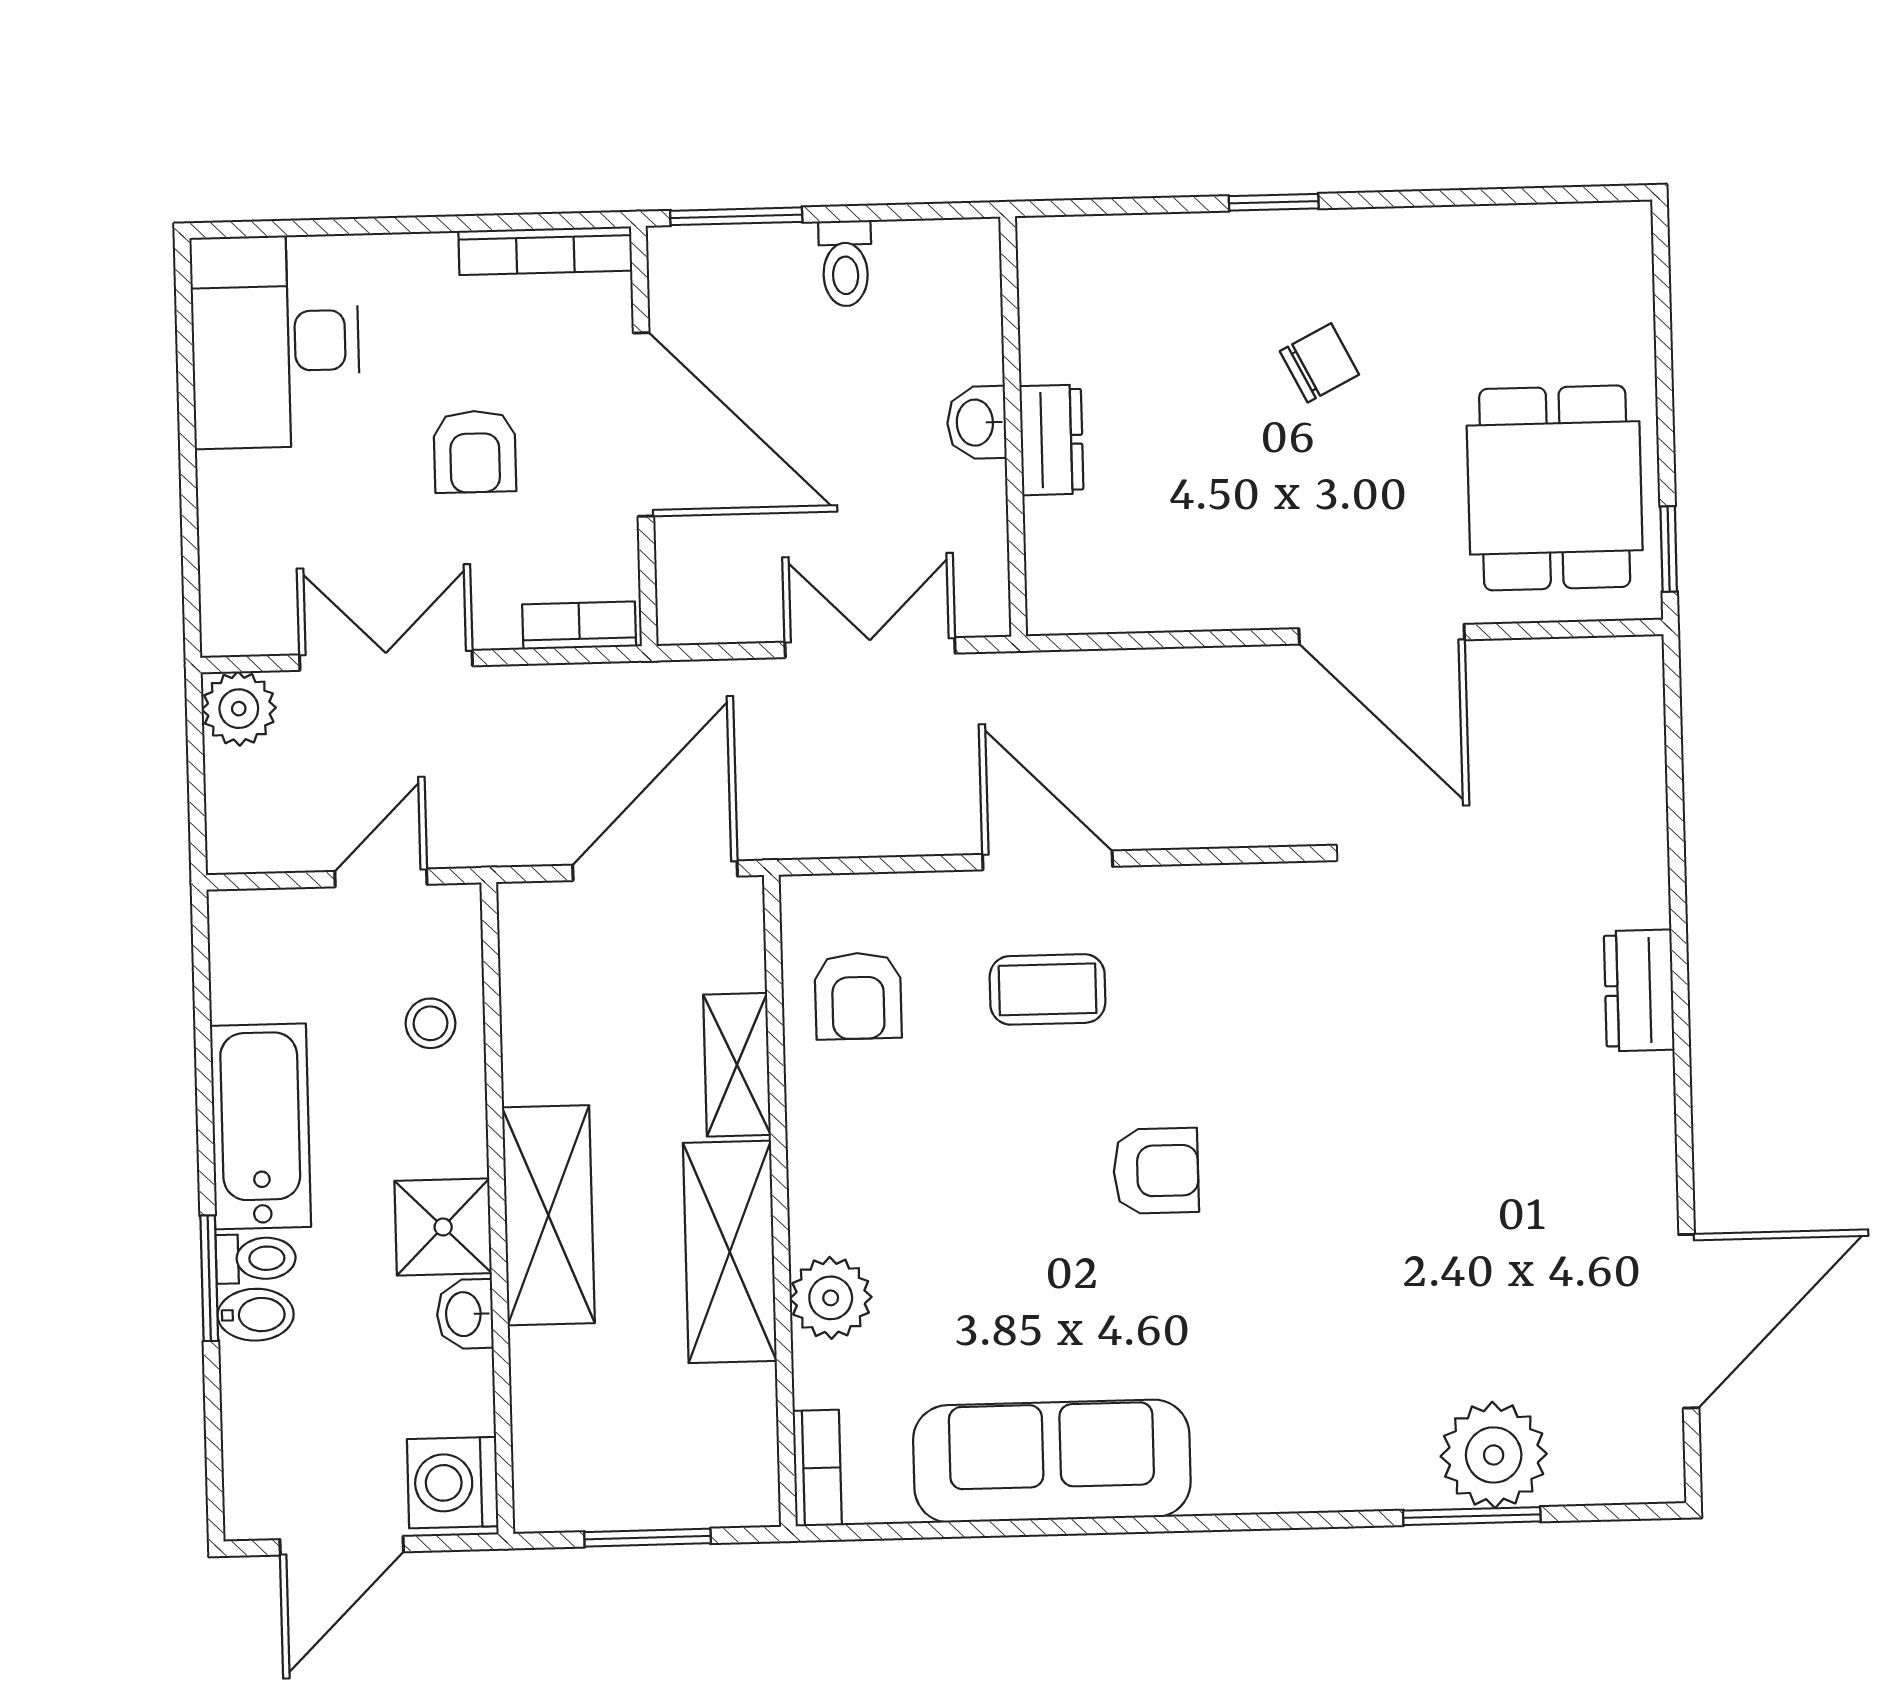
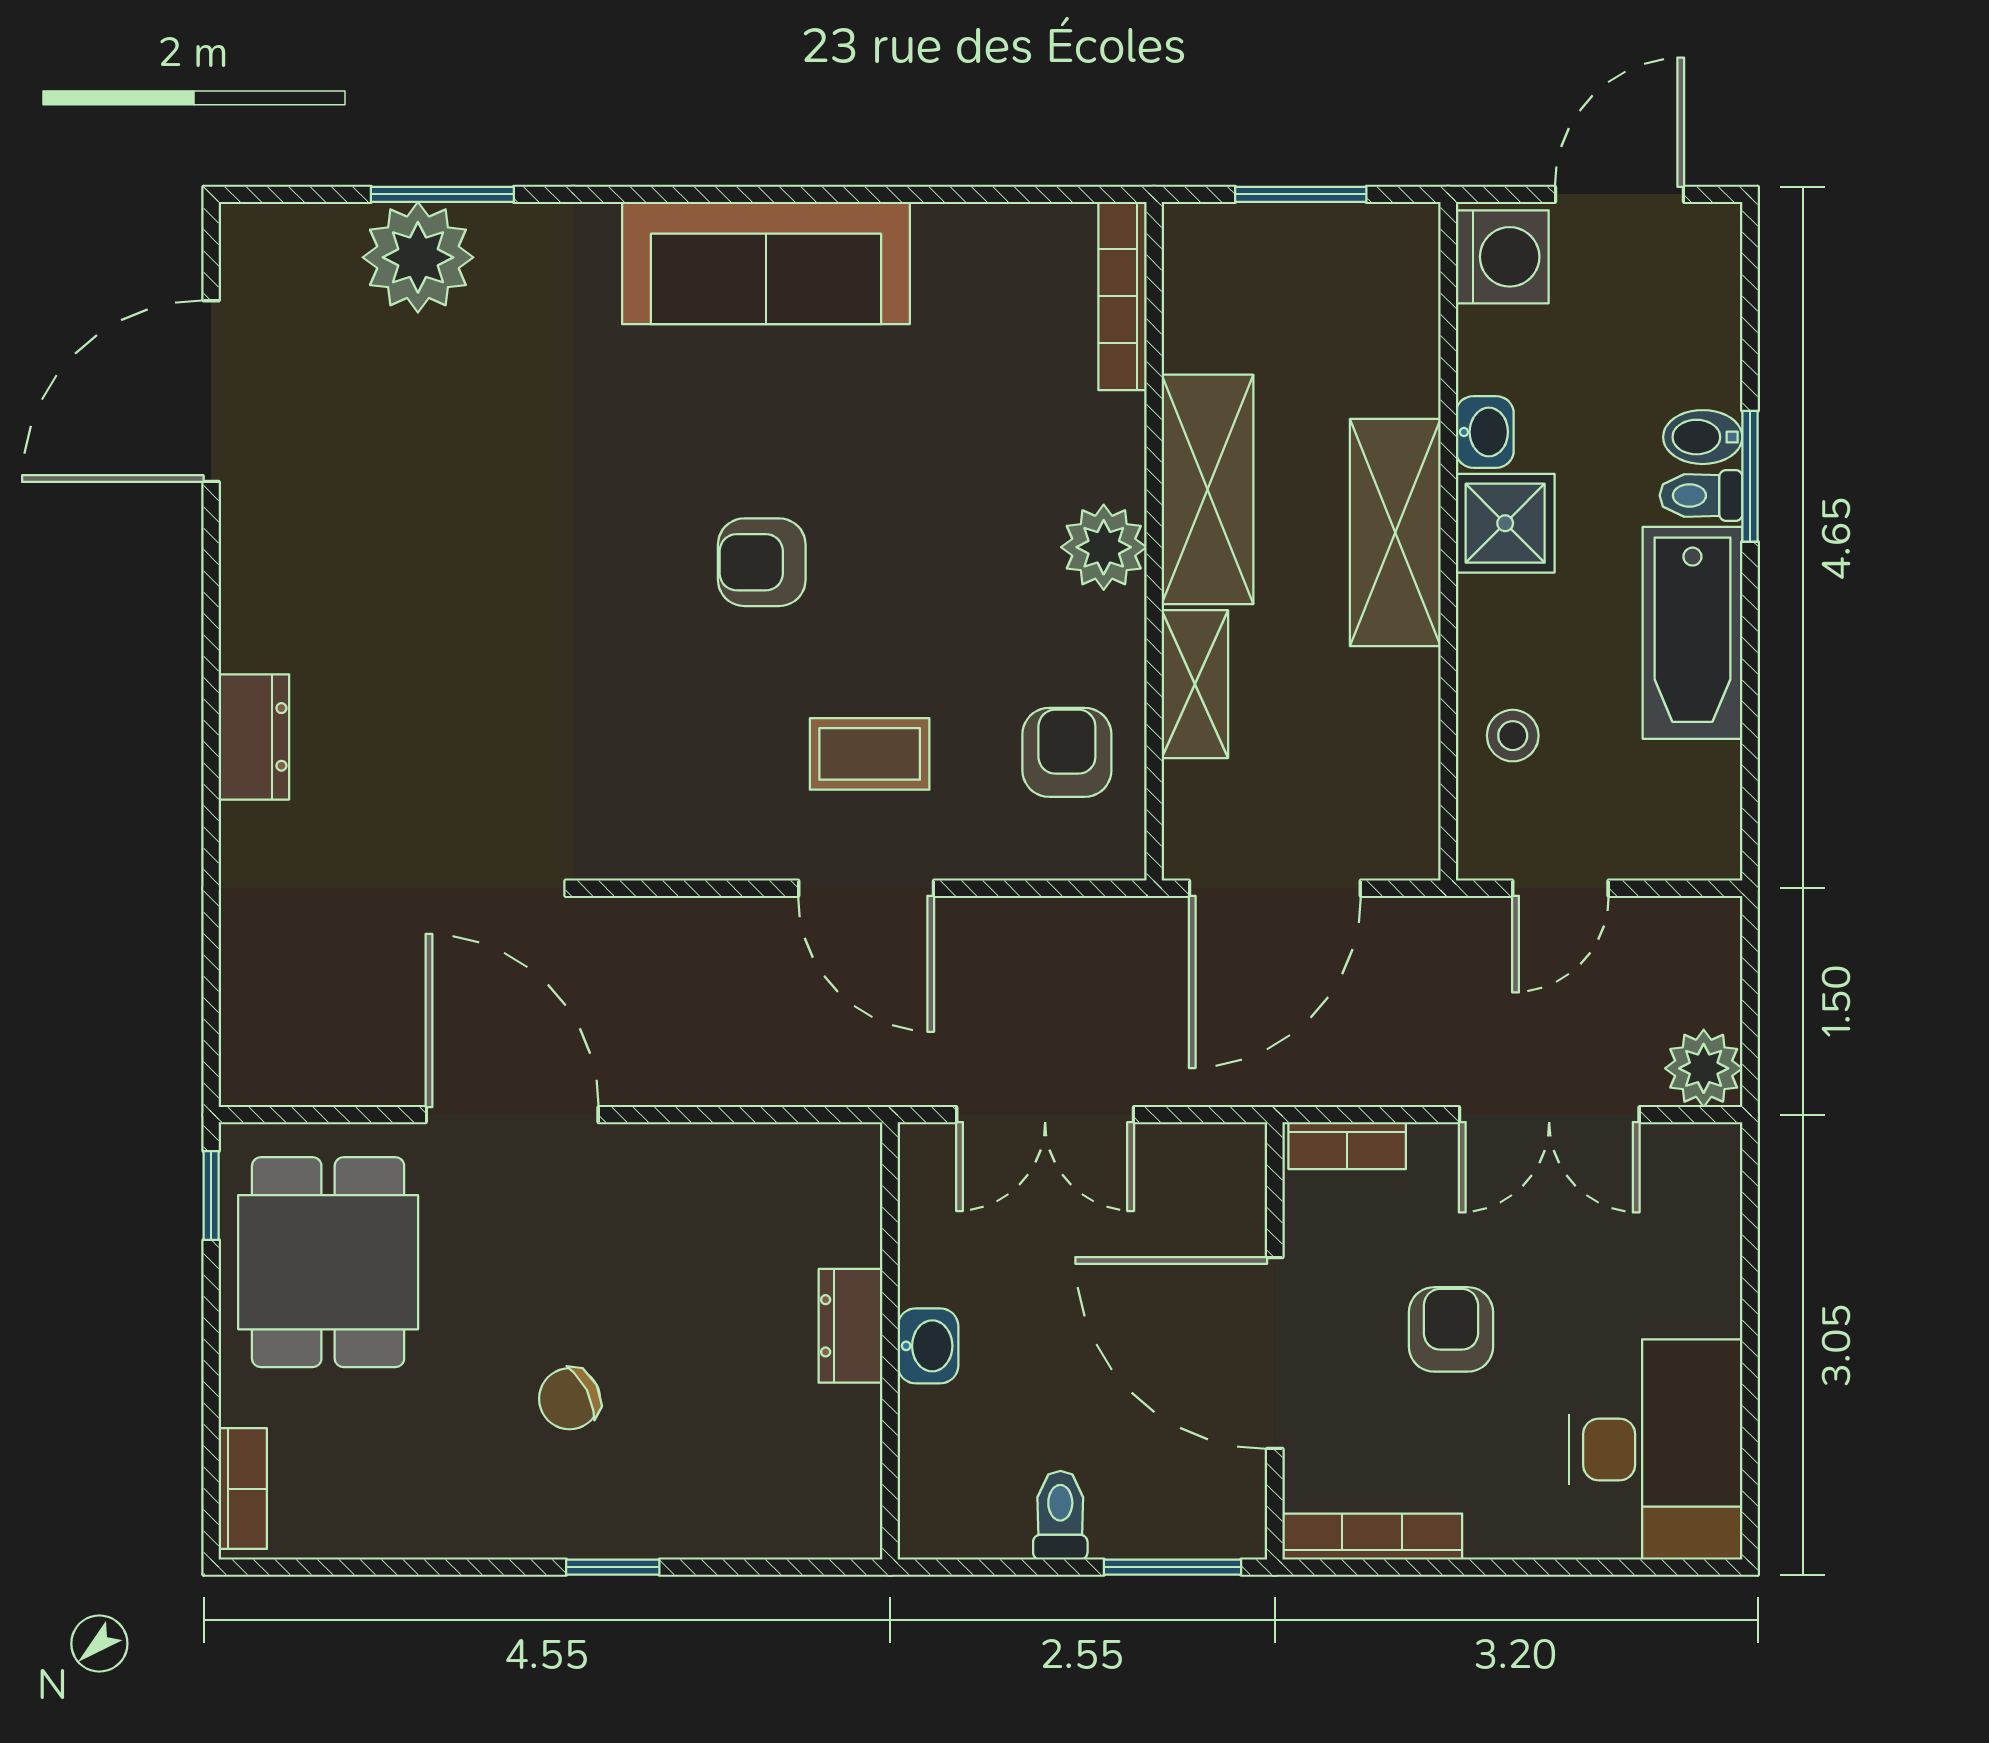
bookcase: (1631, 268) -> (243, 1489), added
plant: (831, 1298) -> (1104, 547), moved
sofa: (1052, 1461) -> (766, 263), moved
bookcase: (817, 1468) -> (1122, 296), width x1.56

